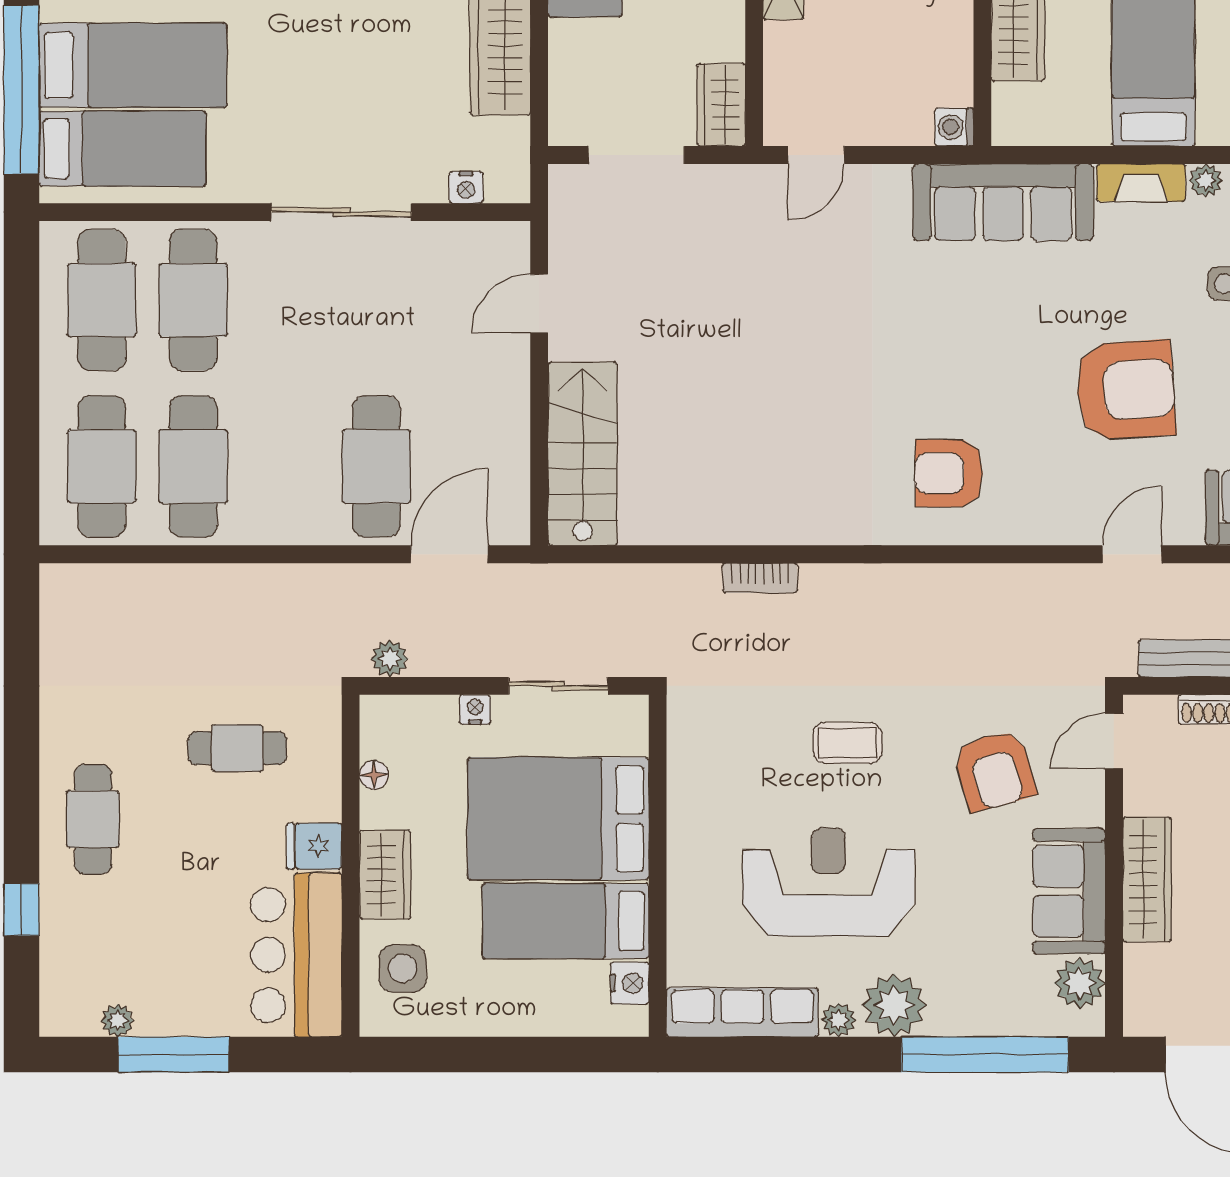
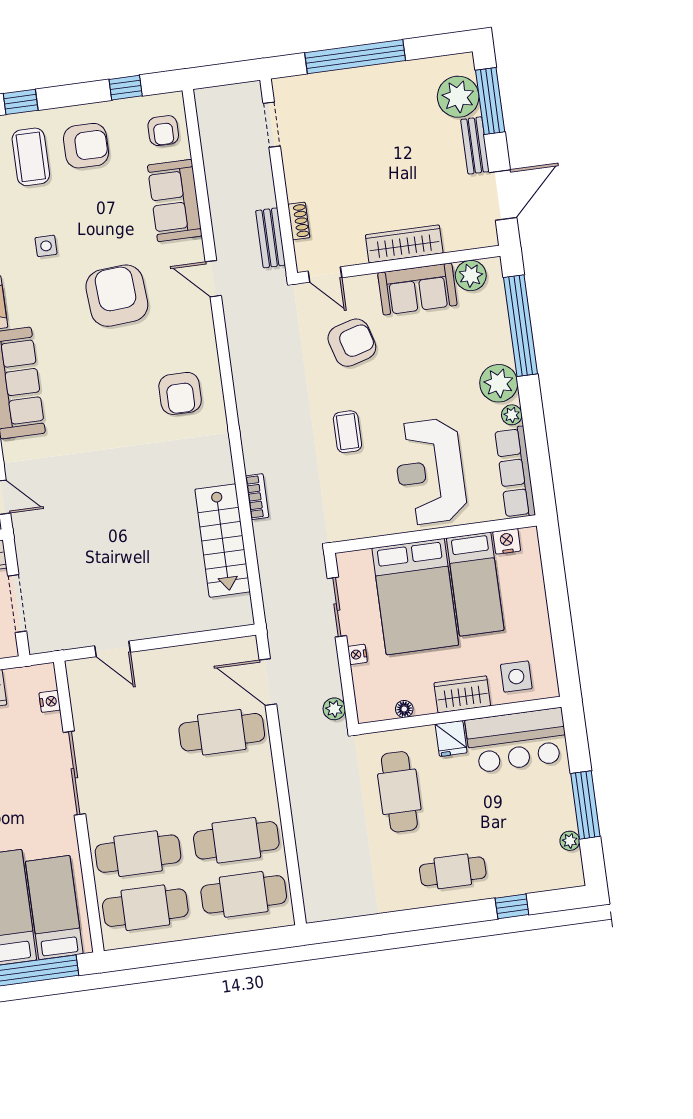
stairs: (583, 454) -> (223, 541), moved, turned -90
cafe table: (237, 748) -> (399, 792), width x1.37, depth x1.35
reception desk: (828, 882) -> (430, 471), moved

